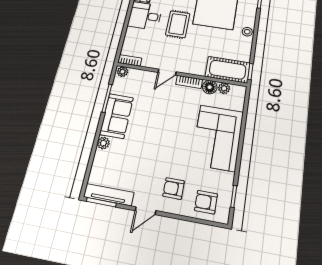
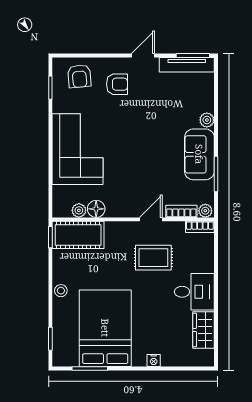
rug: (178, 24) -> (153, 258), moved, turned 90
bookcase: (189, 82) -> (181, 211), moved
armchair: (206, 202) -> (79, 76), turned 85

